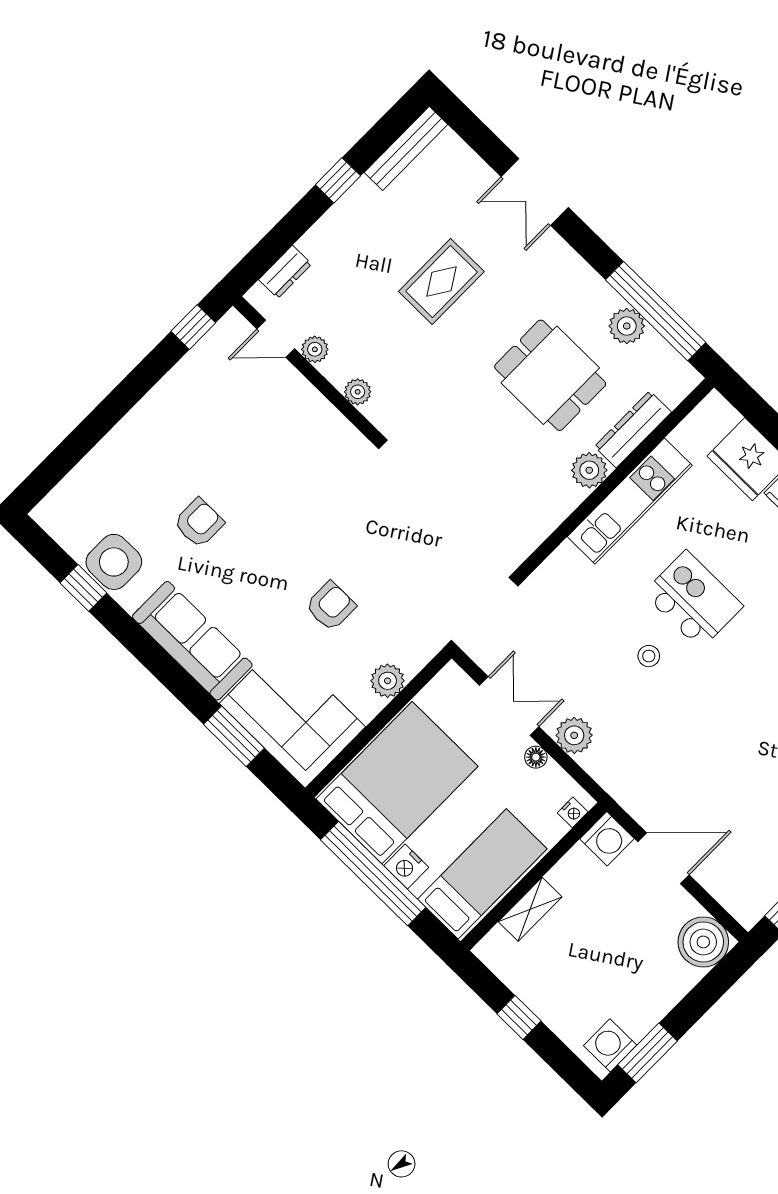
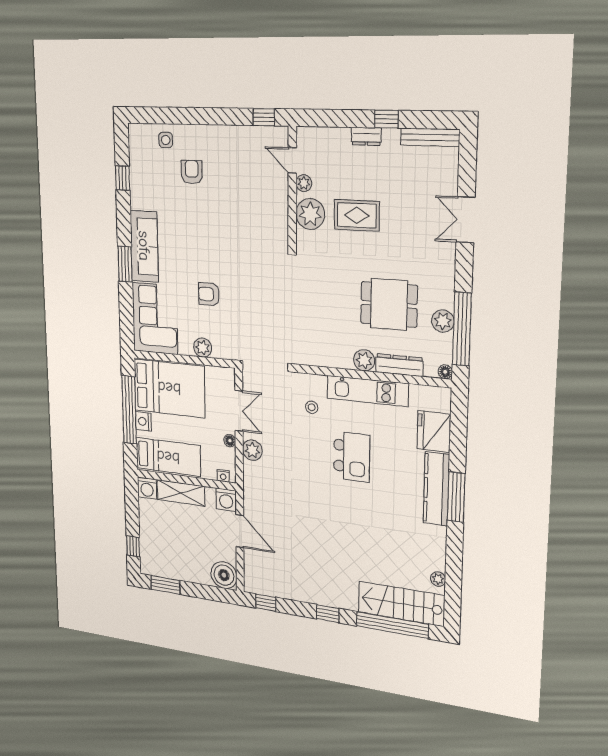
dresser: (285, 272) -> (366, 136), moved
rug: (441, 282) -> (357, 215), moved
dining table: (550, 375) -> (389, 304), turned 90
floor lamp: (689, 378) -> (445, 372), added
plant: (358, 392) -> (310, 214), width x1.88, depth x1.88
armchair: (199, 523) -> (192, 172), moved, turned -90
side table: (114, 562) -> (166, 140), moved, width x0.54, depth x0.54
armchair: (331, 606) -> (209, 294), turned 180
stool: (649, 656) -> (312, 407), moved
window: (234, 736) -> (125, 264), moved
shelving: (530, 909) -> (181, 493), width x1.50, depth x1.33
window: (519, 1017) -> (133, 546), moved
washing machine: (610, 1045) -> (147, 488), moved, turned 180

